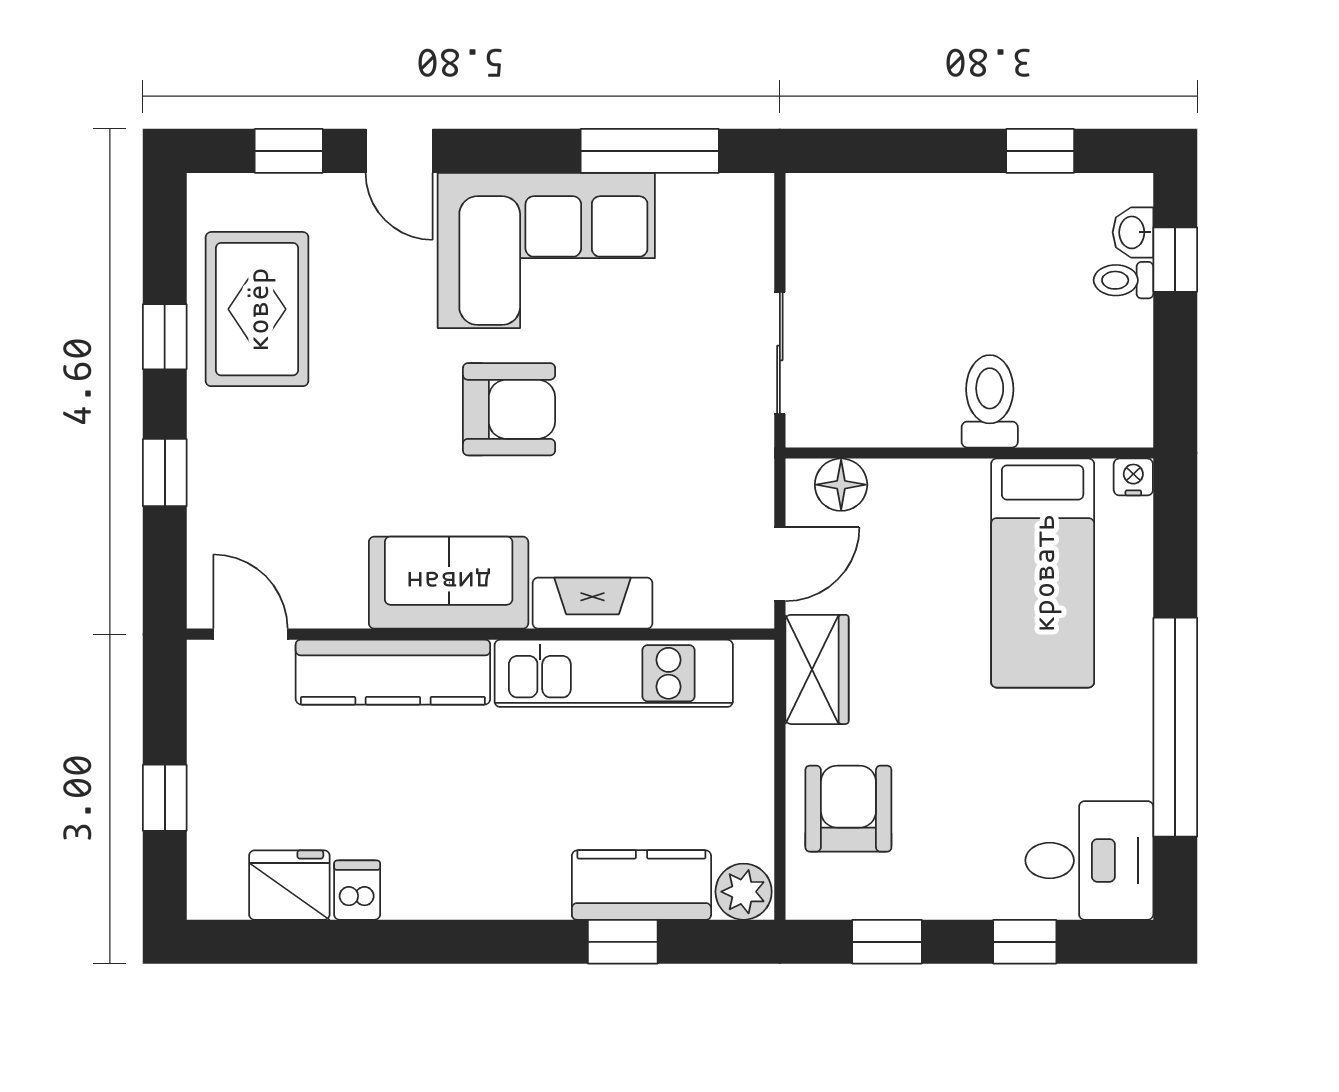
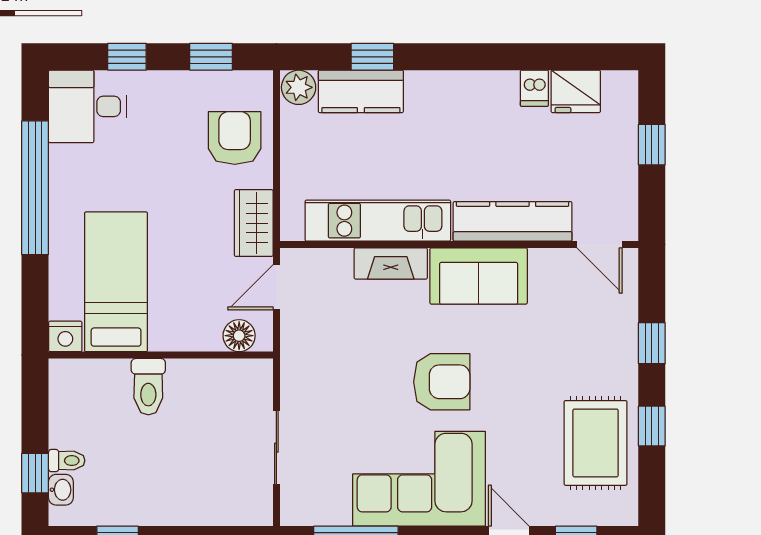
sliding door: (780, 353) -> (276, 448), moved
armchair: (509, 409) -> (442, 382), turned 180
nightstand: (1133, 477) -> (65, 336), width x1.39, depth x1.35
armchair: (848, 809) -> (235, 138), turned 180

